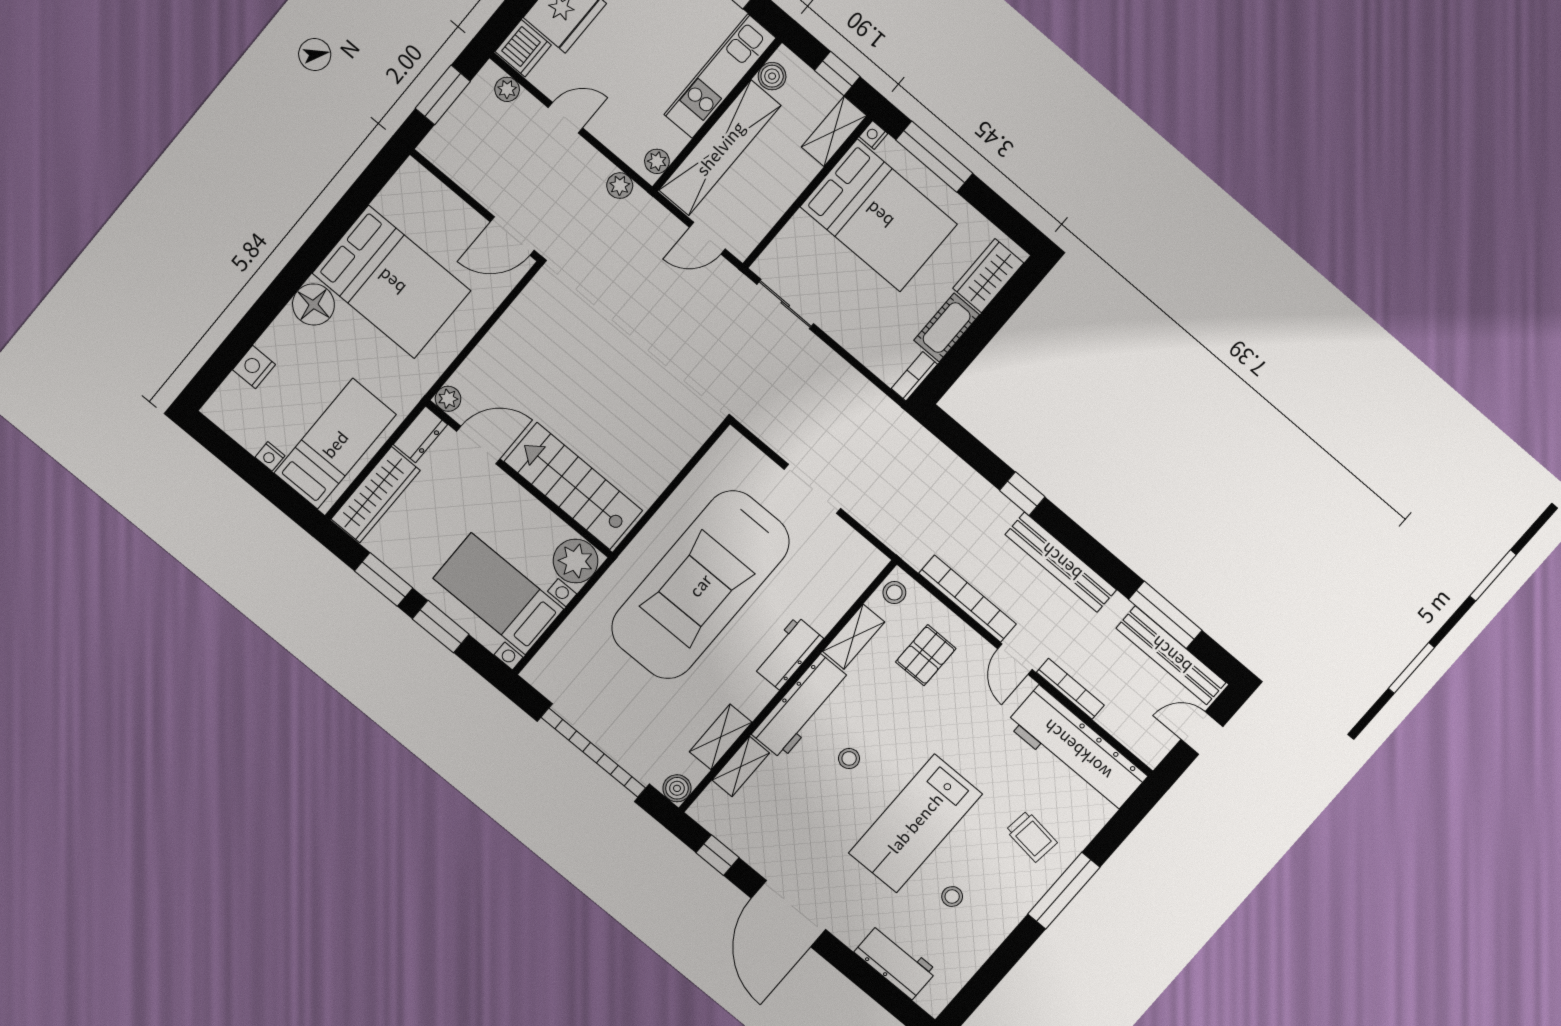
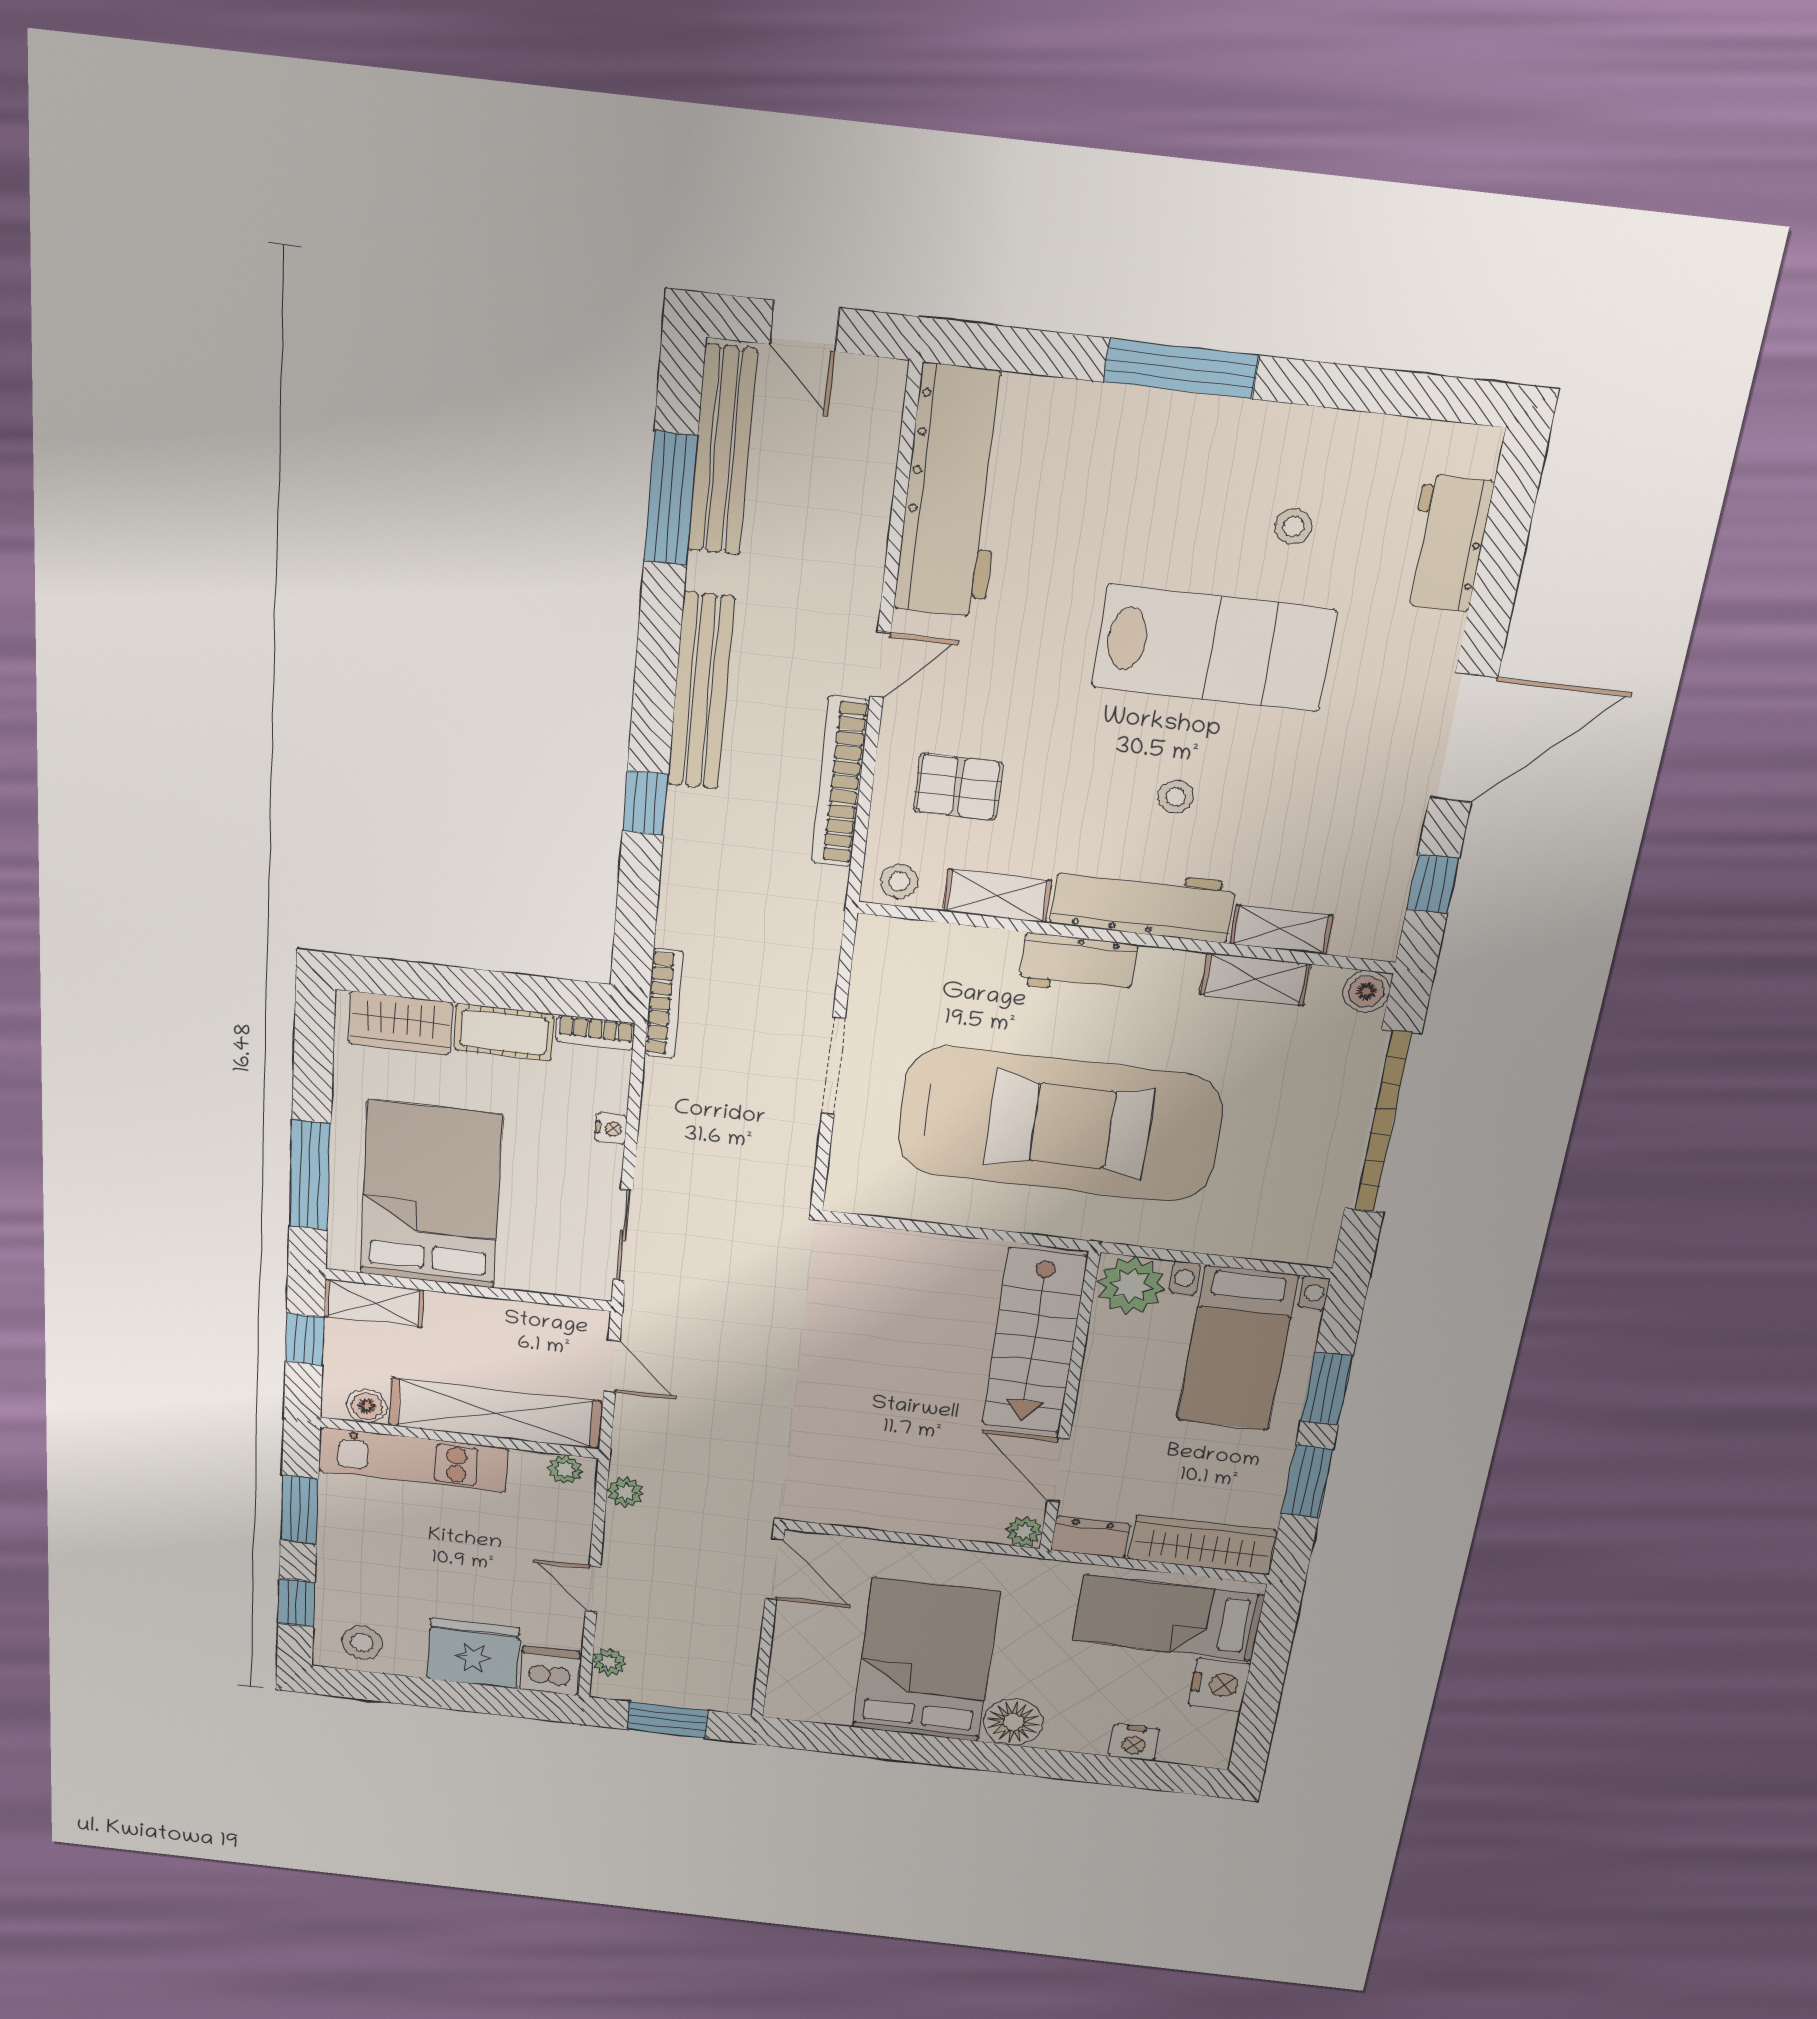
nightstand: (873, 135) -> (611, 1129), moved, turned -90
nightstand: (270, 456) -> (1219, 1684), width x1.89, depth x1.79
bookcase: (1070, 689) -> (664, 1004), moved, turned 180
trolley: (1031, 836) -> (1127, 472), removed

